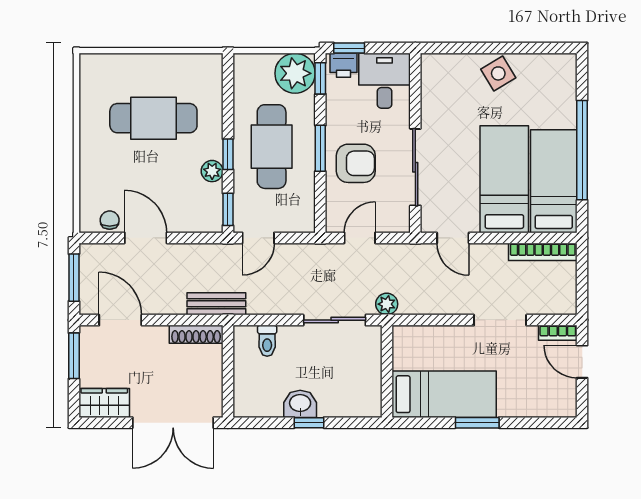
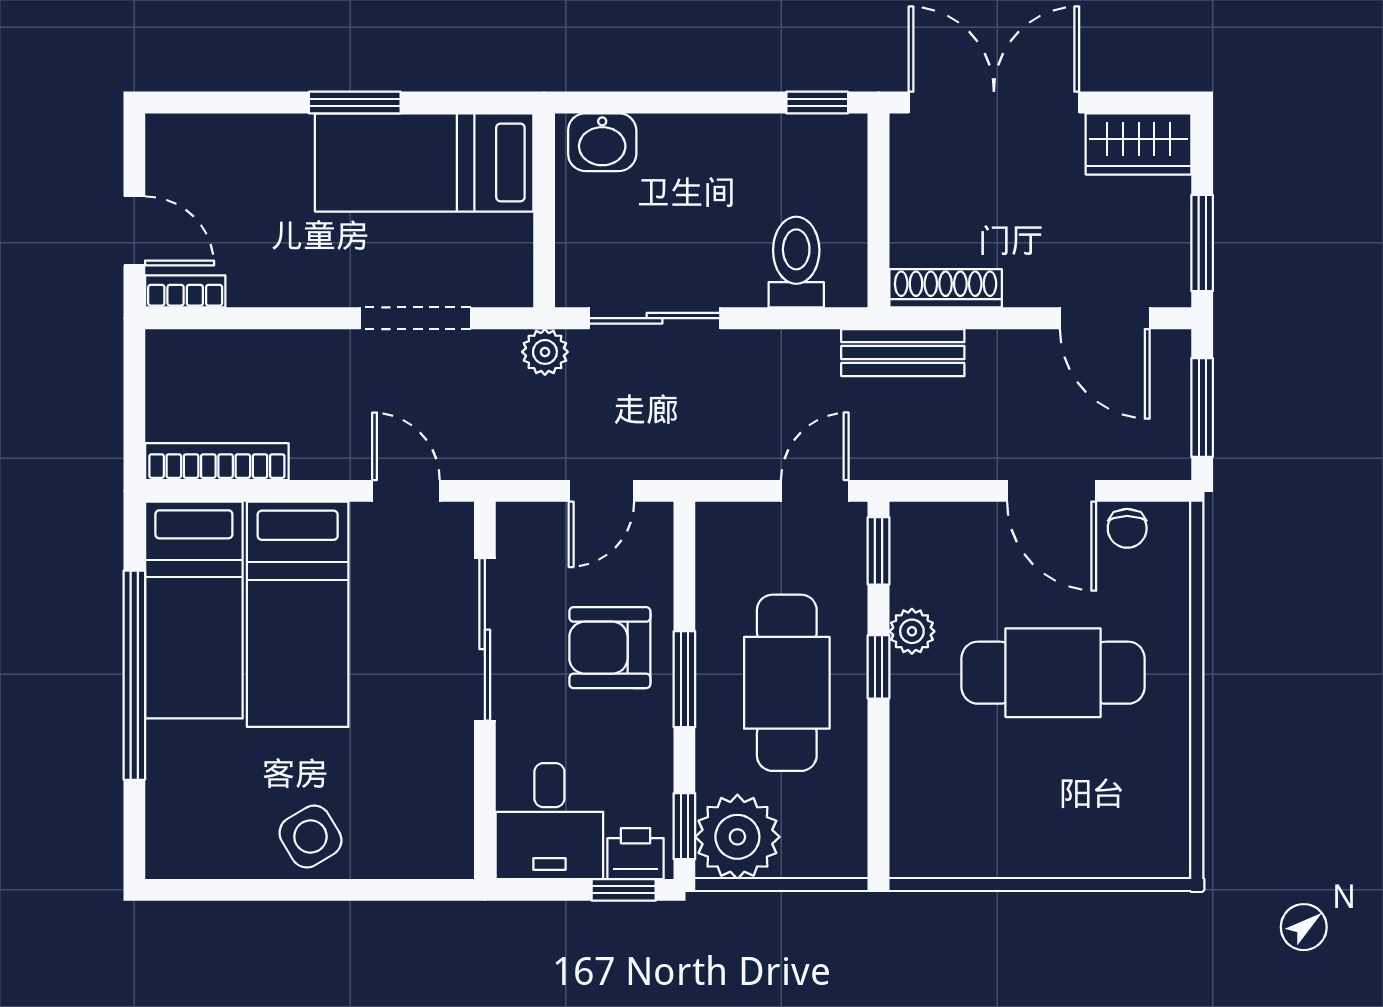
cafe table: (153, 118) -> (1053, 673), moved
doorway: (500, 320) -> (415, 318), moved
toilet: (267, 341) -> (796, 262), width x1.37, depth x1.39
washbasin: (300, 404) -> (602, 142), moved
window: (309, 423) -> (817, 103), moved

